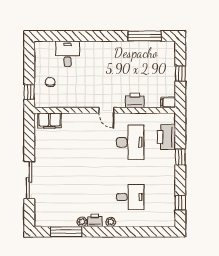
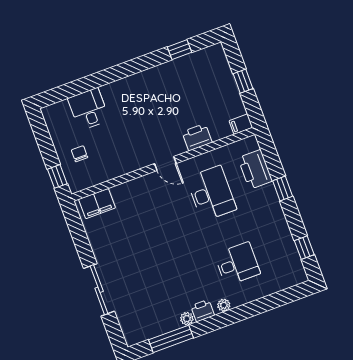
window: (145, 36) -> (179, 50), width x0.46

